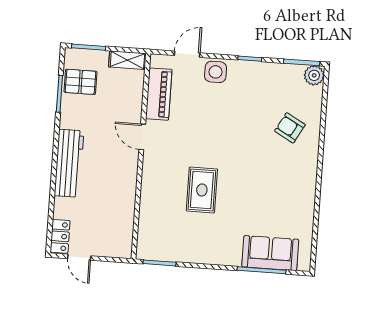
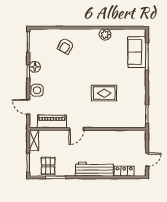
floor lamp: (257, 71) -> (35, 67), added
plant: (314, 75) -> (105, 35), moved
locker: (60, 236) -> (124, 171), moved

